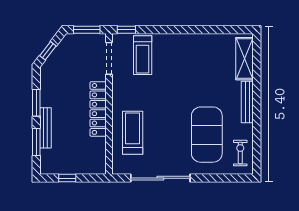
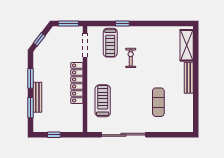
window: (126, 30) -> (122, 24), moved
exercise mat: (207, 135) -> (158, 102), width x0.50, depth x0.69
exercise bike: (240, 153) -> (131, 58), moved

